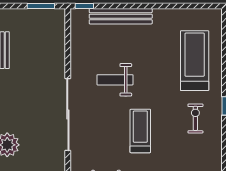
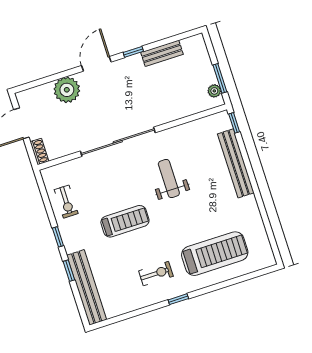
plant: (50, 14) -> (214, 91), added

